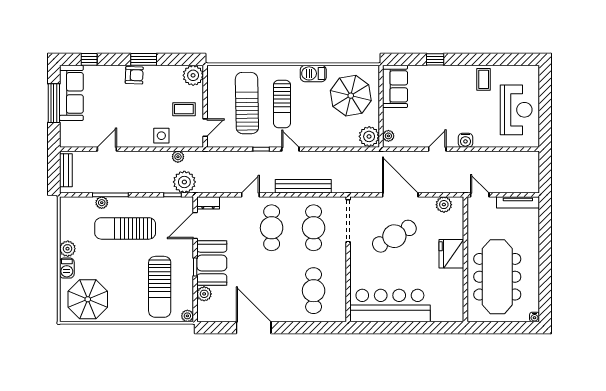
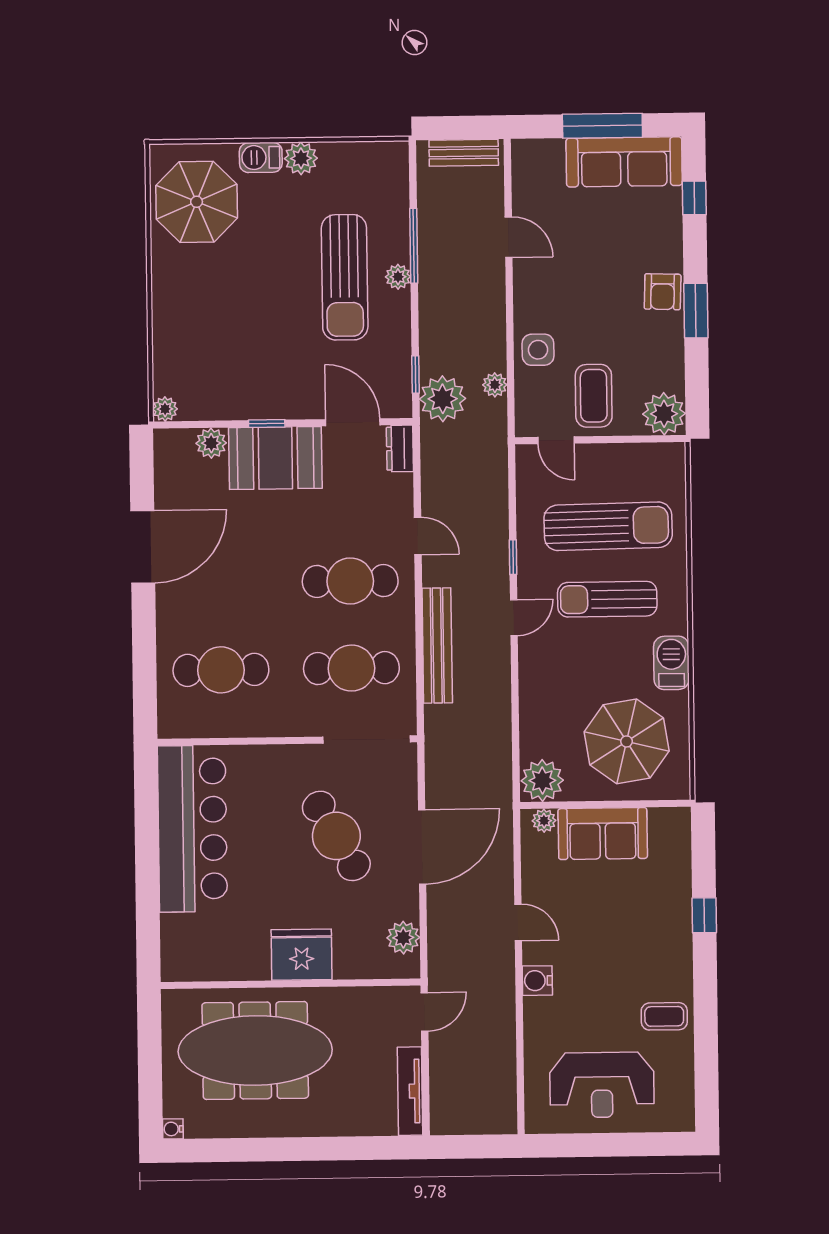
sofa: (395, 86) -> (603, 834), moved
coffee table: (184, 109) -> (594, 396), width x1.36, depth x1.30
plant: (102, 203) -> (398, 277), moved
sun lounger: (125, 228) -> (345, 277), turned 180
sun lounger: (160, 287) -> (224, 351), removed

